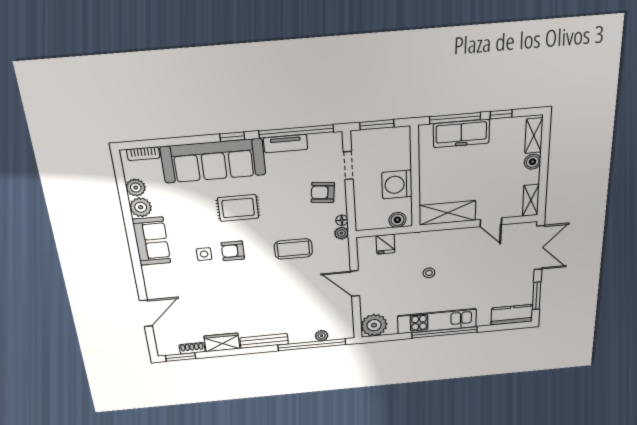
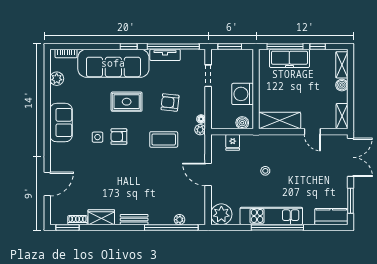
armchair: (323, 192) -> (170, 102), moved
plant: (141, 207) -> (58, 94), removed
bench: (264, 341) -> (134, 220), width x0.73

